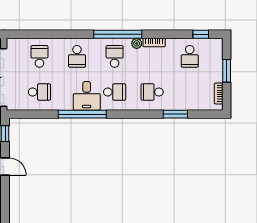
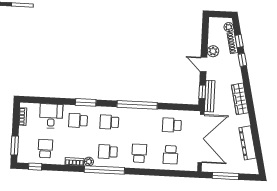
school desk: (115, 56) -> (108, 152), turned 90
window: (227, 71) -> (15, 146), moved
school desk: (152, 92) -> (78, 120), turned 180
desk: (87, 96) -> (51, 116), moved
window: (175, 114) -> (86, 102), moved

